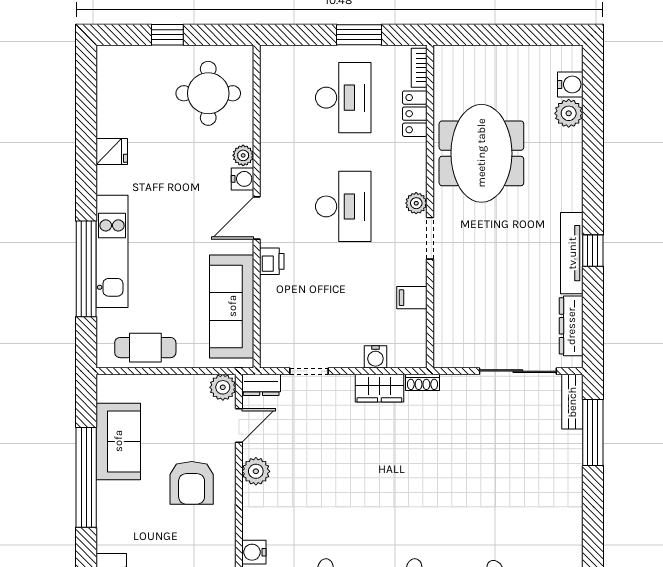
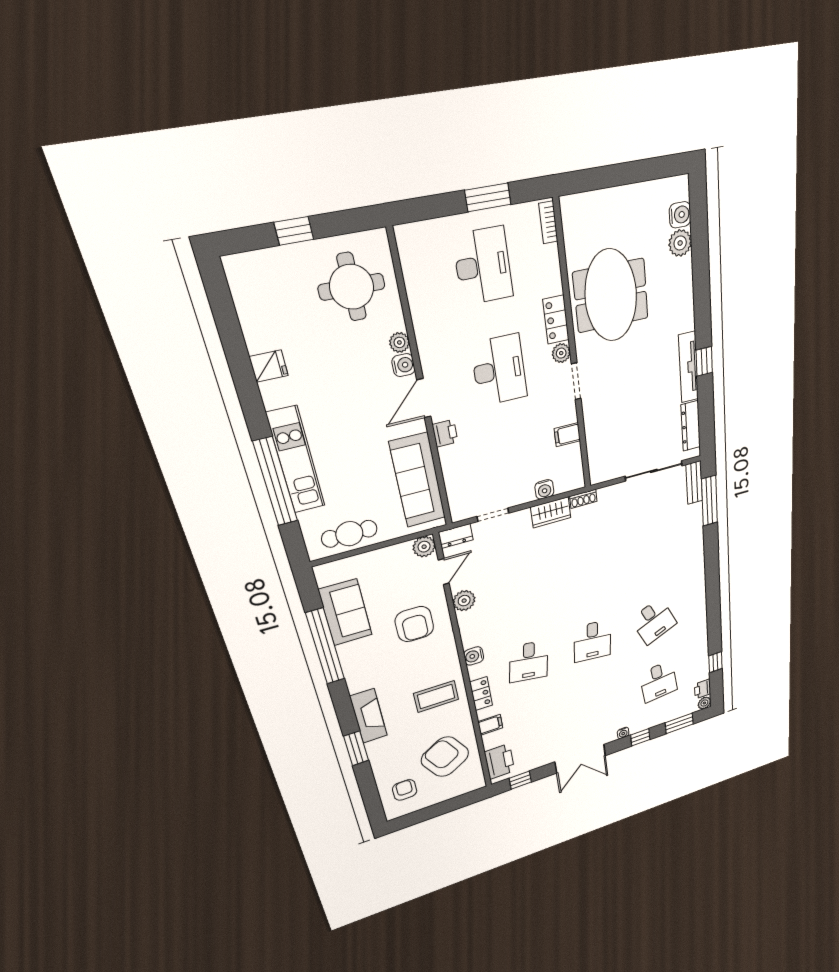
locker: (415, 114) -> (556, 320), moved

